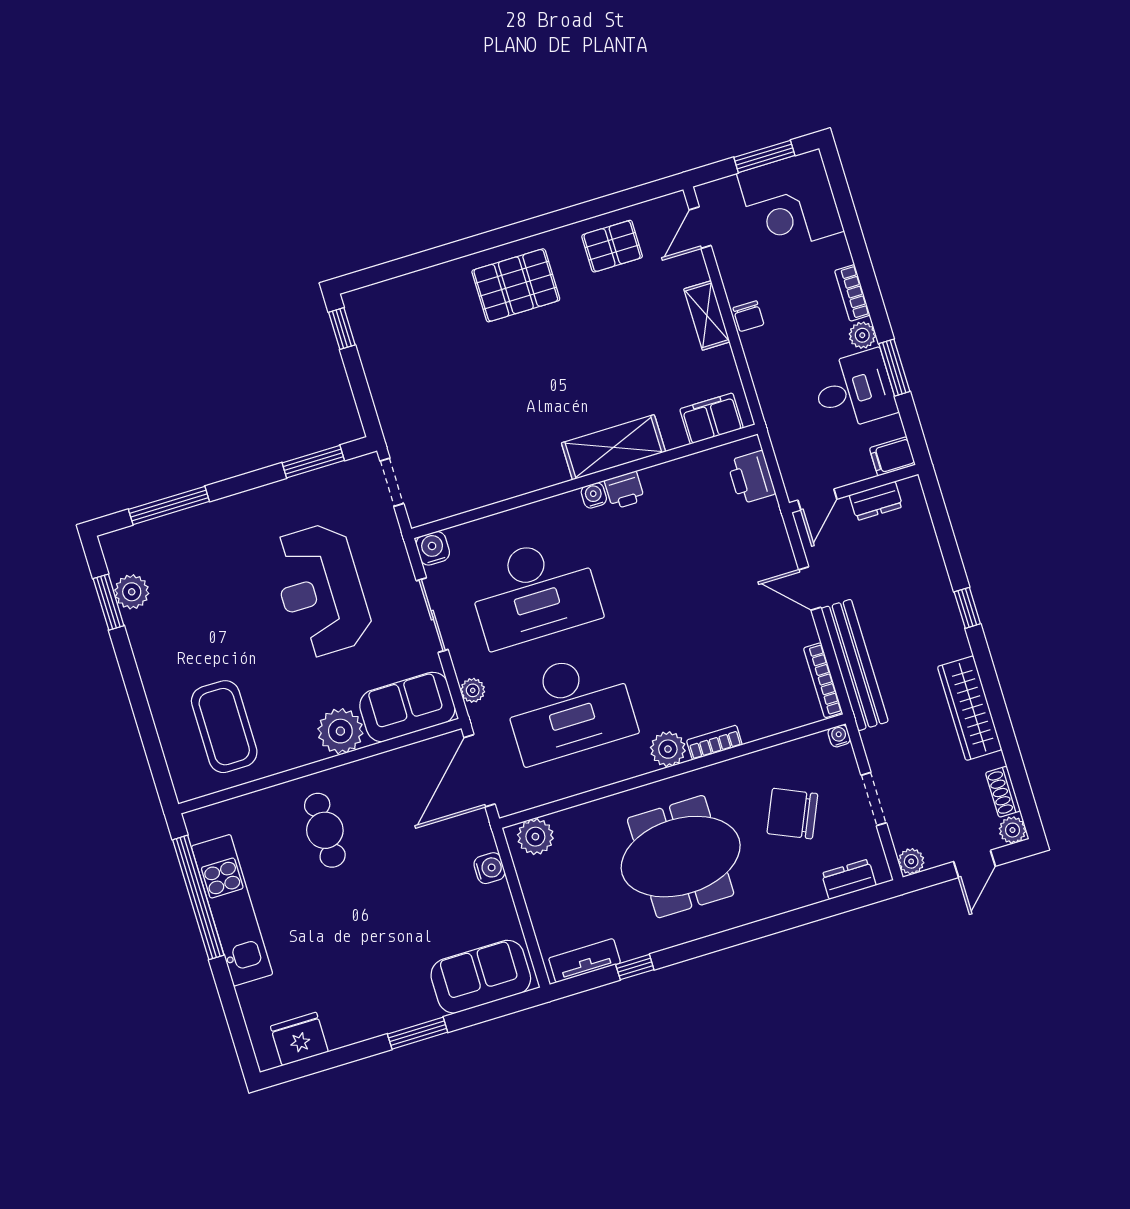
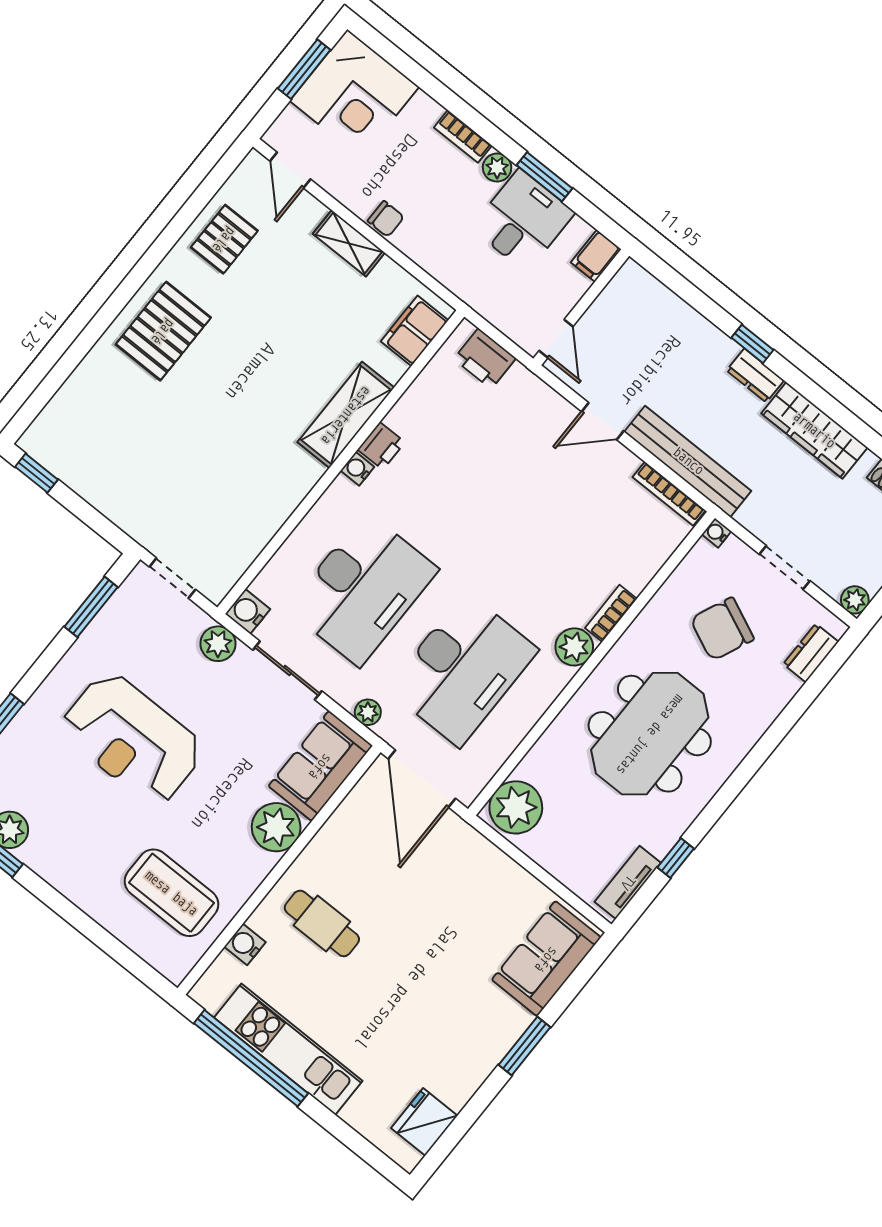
dresser: (876, 501) -> (755, 375), moved, turned 90
plant: (393, 558) -> (218, 644), added
reception desk: (321, 590) -> (132, 739), moved
plant: (535, 837) -> (516, 807), width x1.36, depth x1.36
water cooler: (489, 868) -> (245, 944), moved, turned -90

